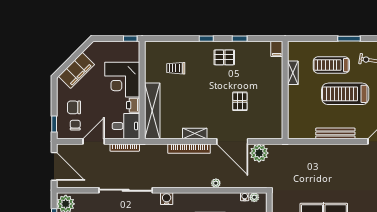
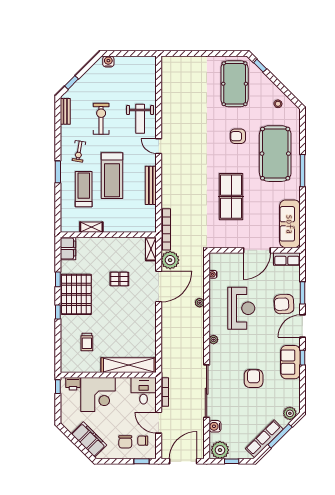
filing cabinet: (277, 49) -> (68, 249), width x2.00
pallet: (224, 57) -> (76, 294), width x2.05, depth x2.00
treadmill: (331, 65) -> (84, 189), turned 180
printer: (133, 105) -> (73, 384), moved
shelving: (195, 133) -> (151, 249), moved
bookcase: (189, 149) -> (166, 229), moved
plant: (254, 197) -> (214, 340), moved
water cooler: (167, 199) -> (215, 426), moved

